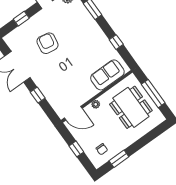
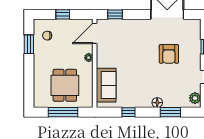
floor lamp: (92, 25) -> (157, 103), added
armchair: (47, 43) -> (169, 54), turned 80
window: (38, 95) -> (115, 14), moved
dining table: (131, 107) -> (65, 85), width x0.73

